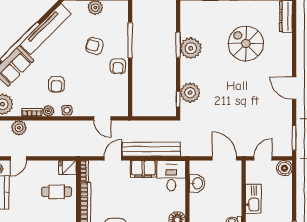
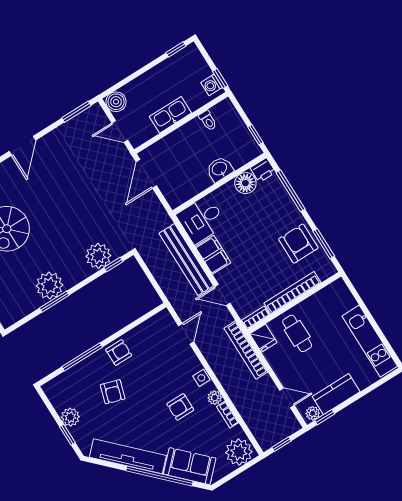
armchair: (56, 84) -> (180, 407), turned 180
plant: (19, 128) -> (253, 418), removed
bookcase: (67, 151) -> (246, 350), added
washbasin: (197, 183) -> (220, 169), moved

